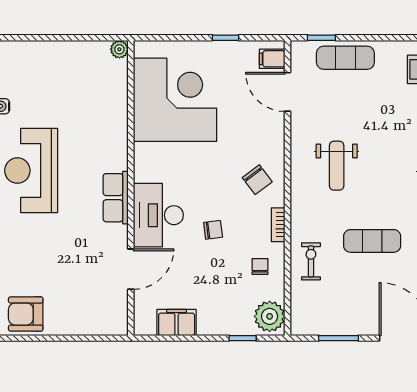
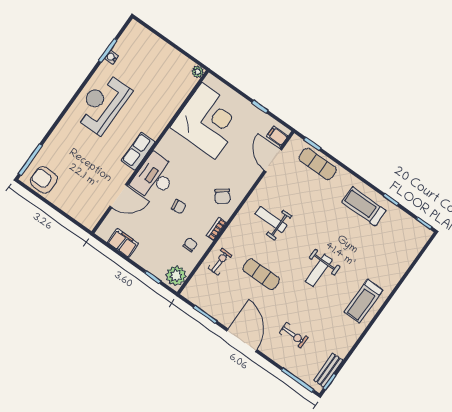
weight bench: (337, 166) -> (271, 219), turned 90

